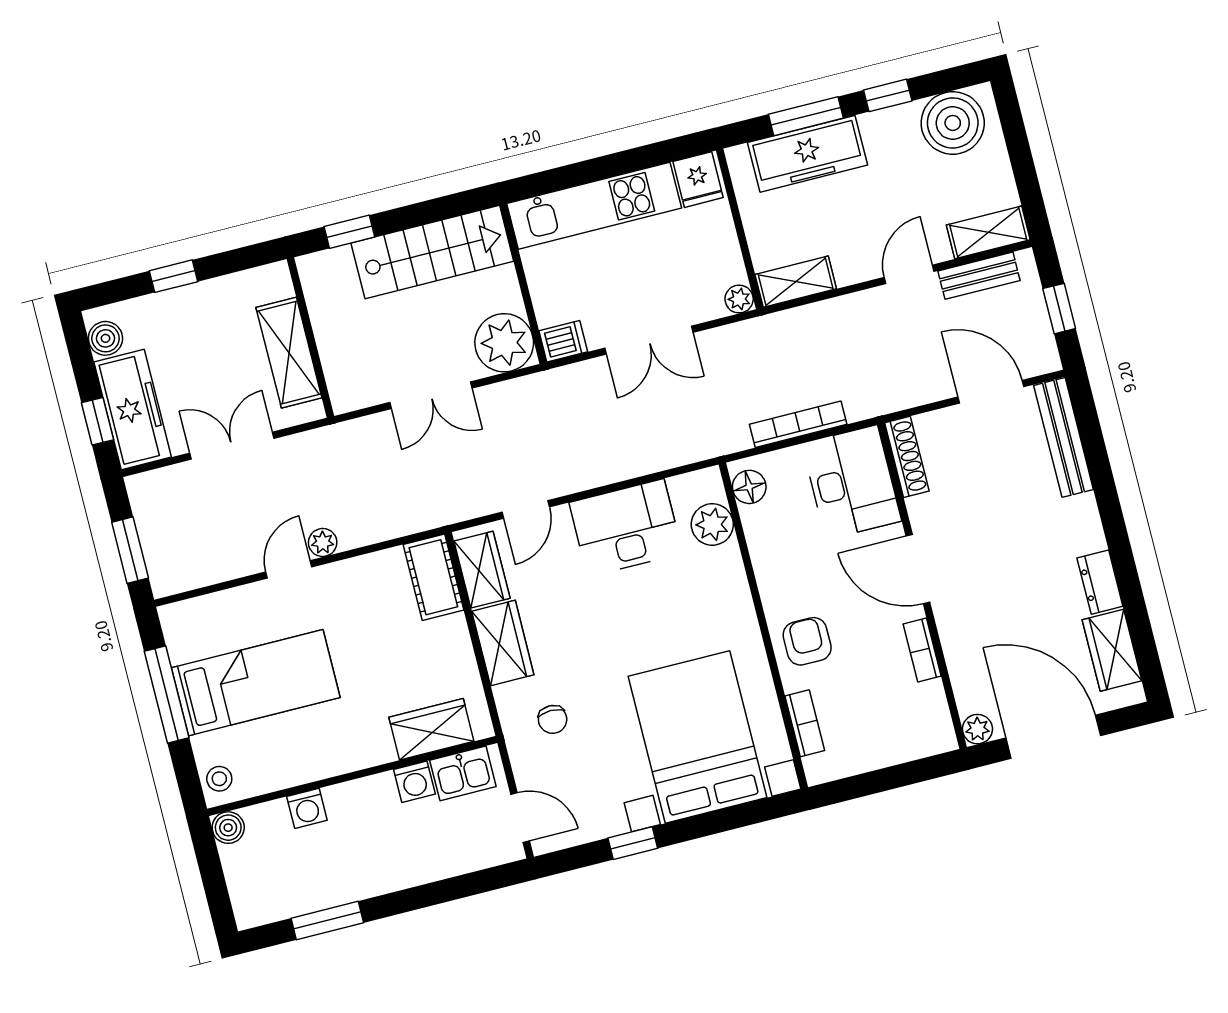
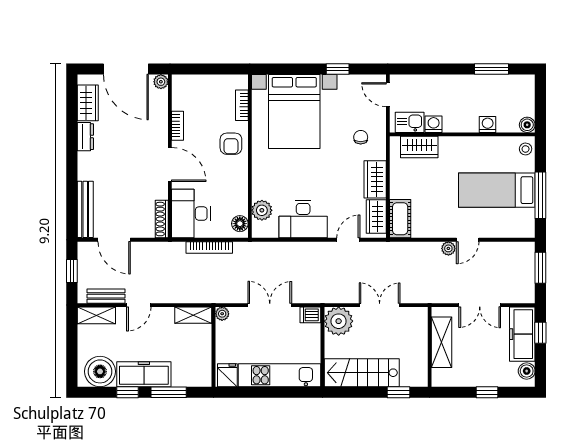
freezer: (808, 154) -> (144, 374), moved

